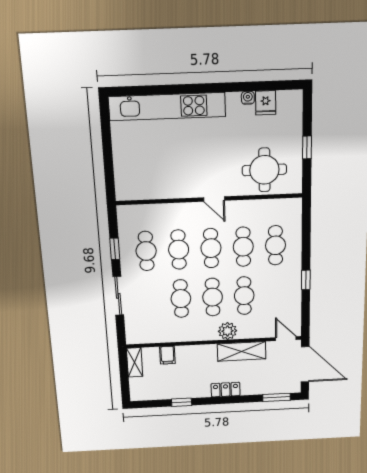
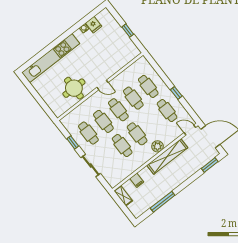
round table: (264, 170) -> (74, 88), moved
cafe table: (244, 296) -> (167, 111), moved
shelving: (242, 351) -> (167, 157), width x1.47
locker: (226, 390) -> (180, 179), removed
window: (182, 402) -> (163, 202), width x2.17

